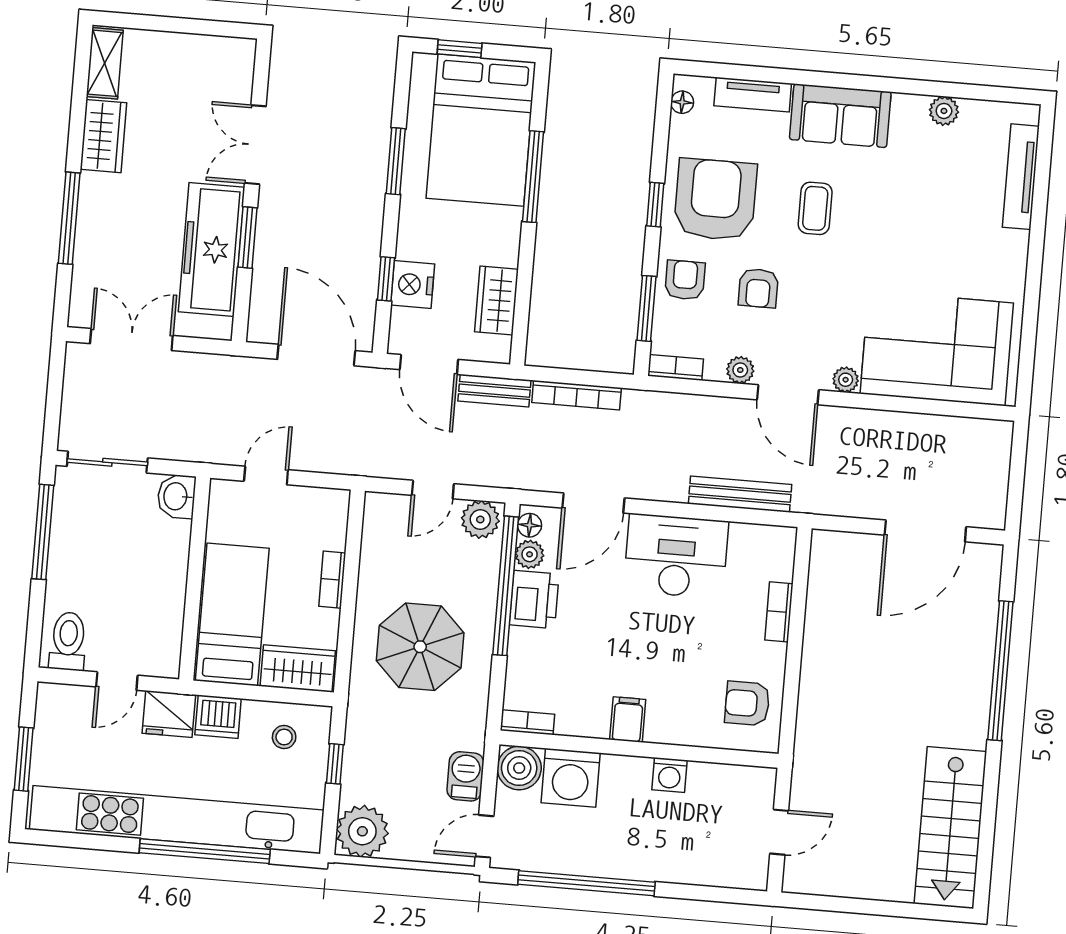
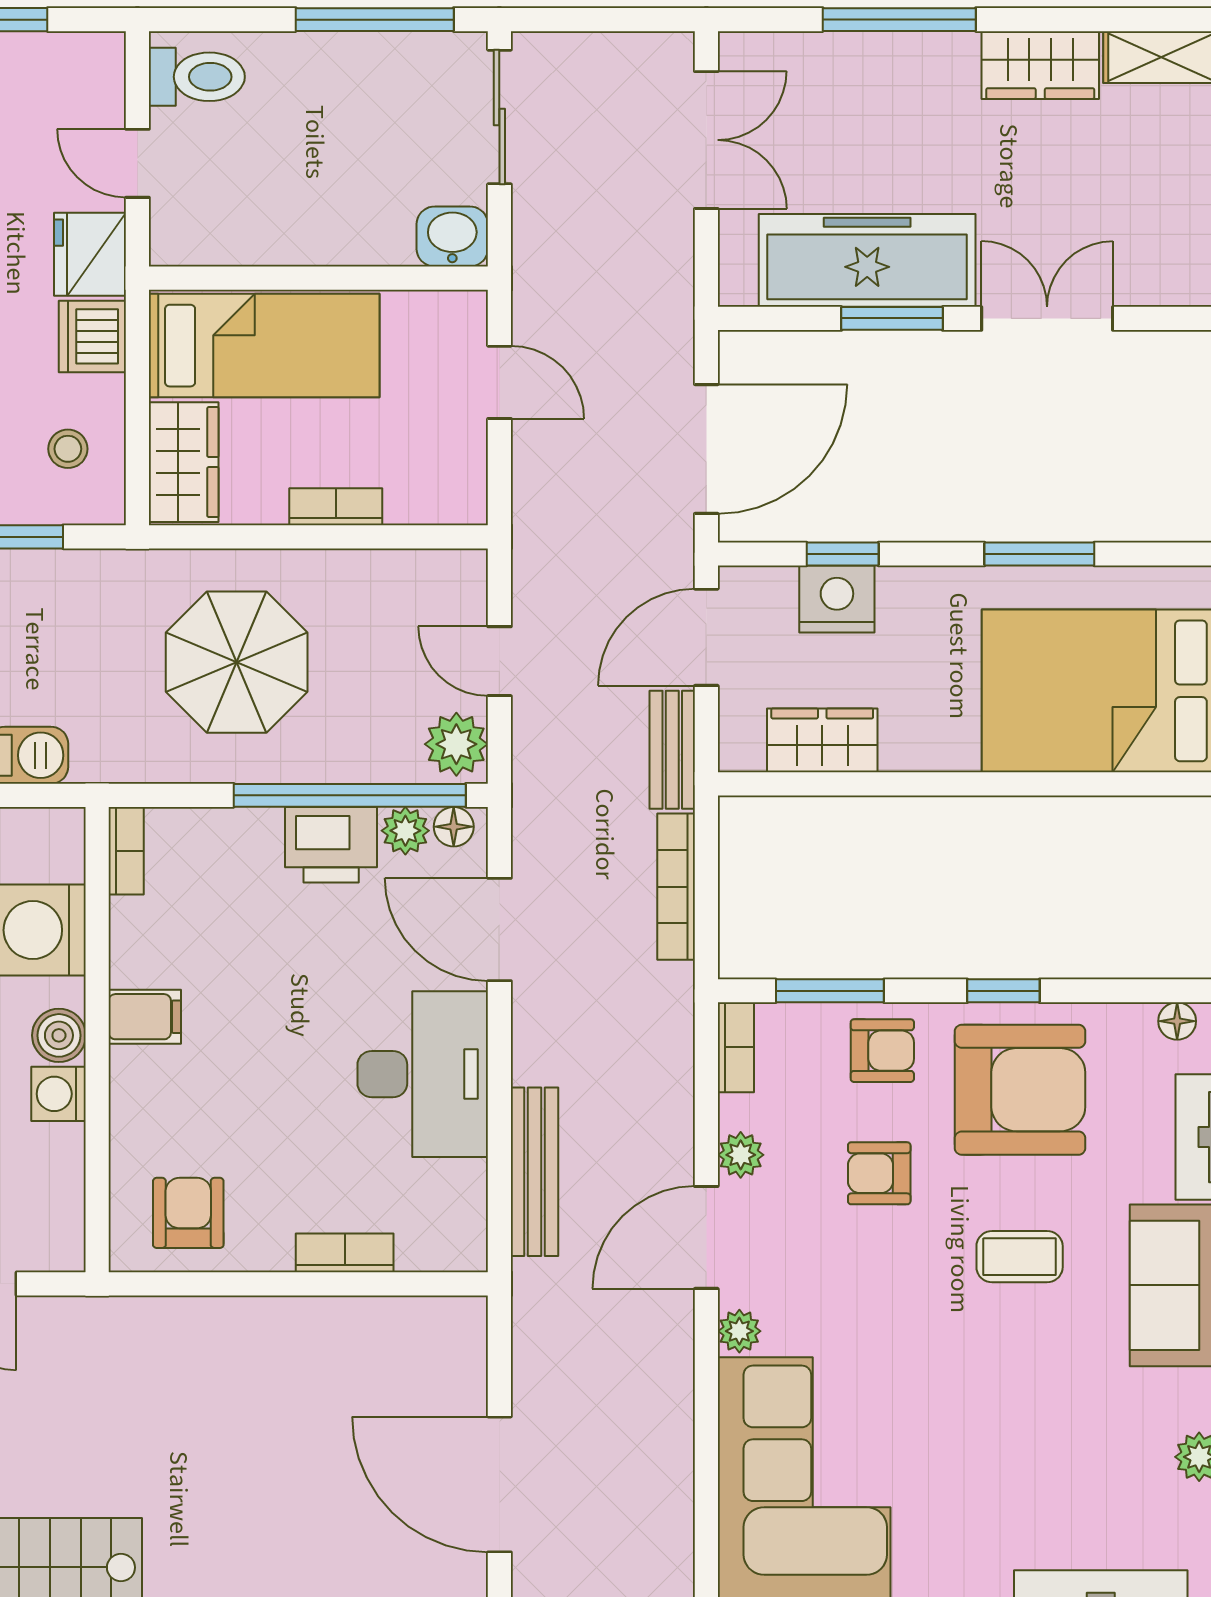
window: (533, 177) -> (1033, 784), removed
boiler: (519, 768) -> (59, 1035), moved, width x0.73, depth x0.73

